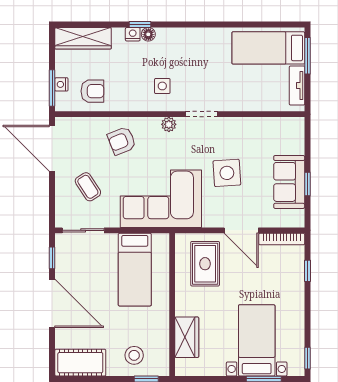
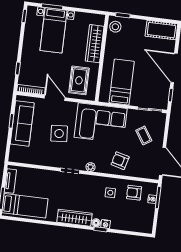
wardrobe: (83, 38) -> (74, 218), moved
side table: (162, 86) -> (110, 193), moved
armchair: (122, 141) -> (120, 161), turned -143
sofa: (289, 182) -> (22, 123), width x1.36
wardrobe: (187, 337) -> (95, 44), width x1.50
stool: (134, 355) -> (115, 27), moved

